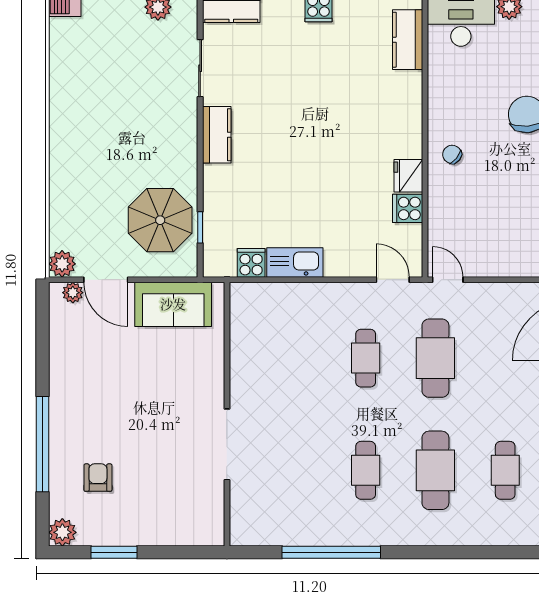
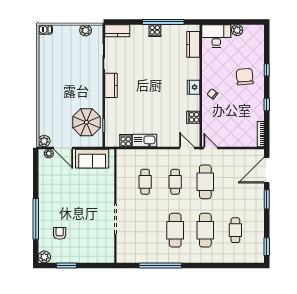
fridge: (408, 176) -> (194, 87), moved
cafe table: (296, 358) -> (145, 182), added
cafe table: (366, 470) -> (175, 230), width x1.37, depth x1.35

